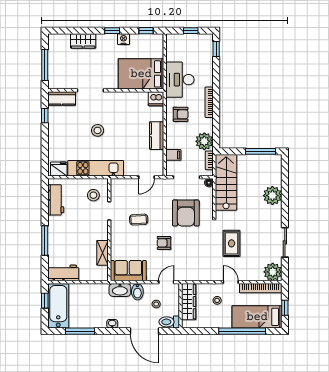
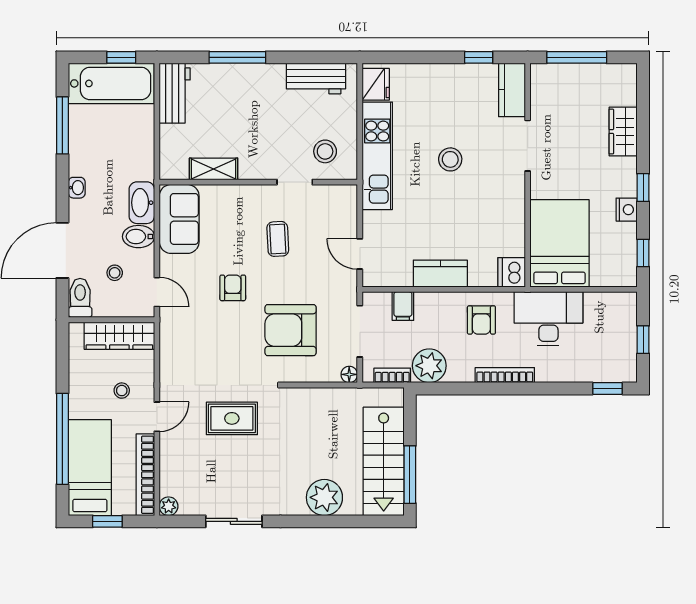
stairs: (226, 182) -> (384, 461), moved, turned 90
plant: (273, 272) -> (169, 506), width x0.53, depth x0.53

